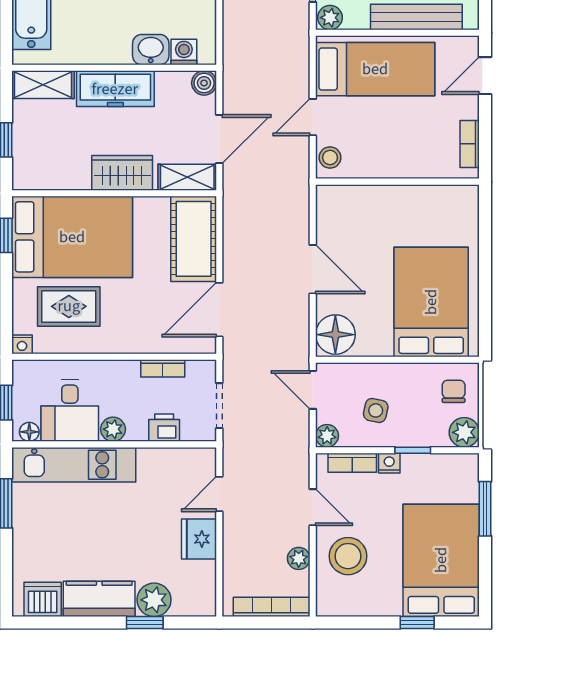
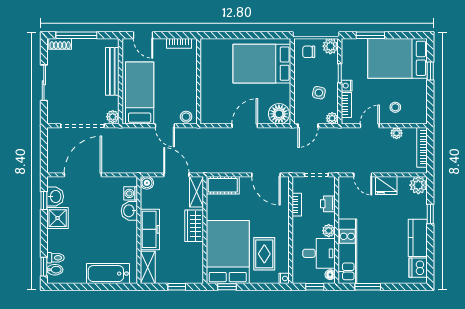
cot: (194, 239) -> (223, 185), width x0.73, depth x0.75
stool: (348, 556) -> (395, 107), width x0.53, depth x0.53
plant: (154, 600) -> (418, 185), moved

